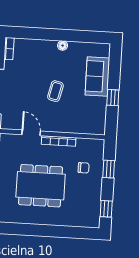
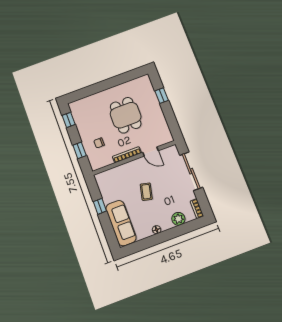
plant: (34, 47) -> (178, 219), added
sofa: (97, 76) -> (121, 223), width x1.36
dining table: (41, 186) -> (126, 115), width x0.73

